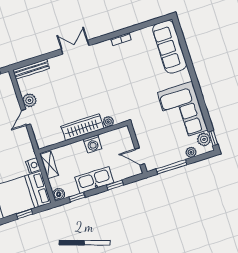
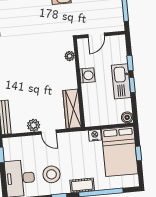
wardrobe: (82, 127) -> (72, 109), moved
door: (140, 156) -> (96, 35), moved
shelving: (49, 165) -> (98, 120), removed
window: (77, 197) -> (132, 85), moved

